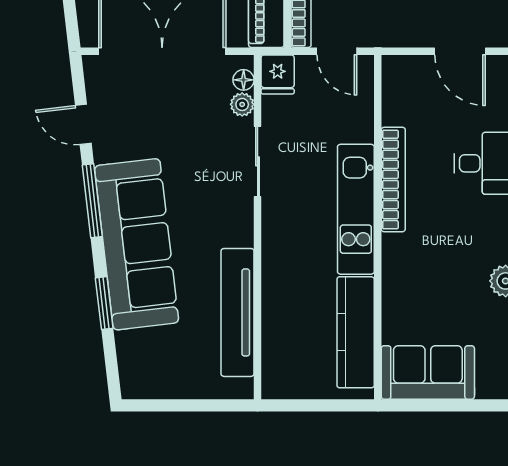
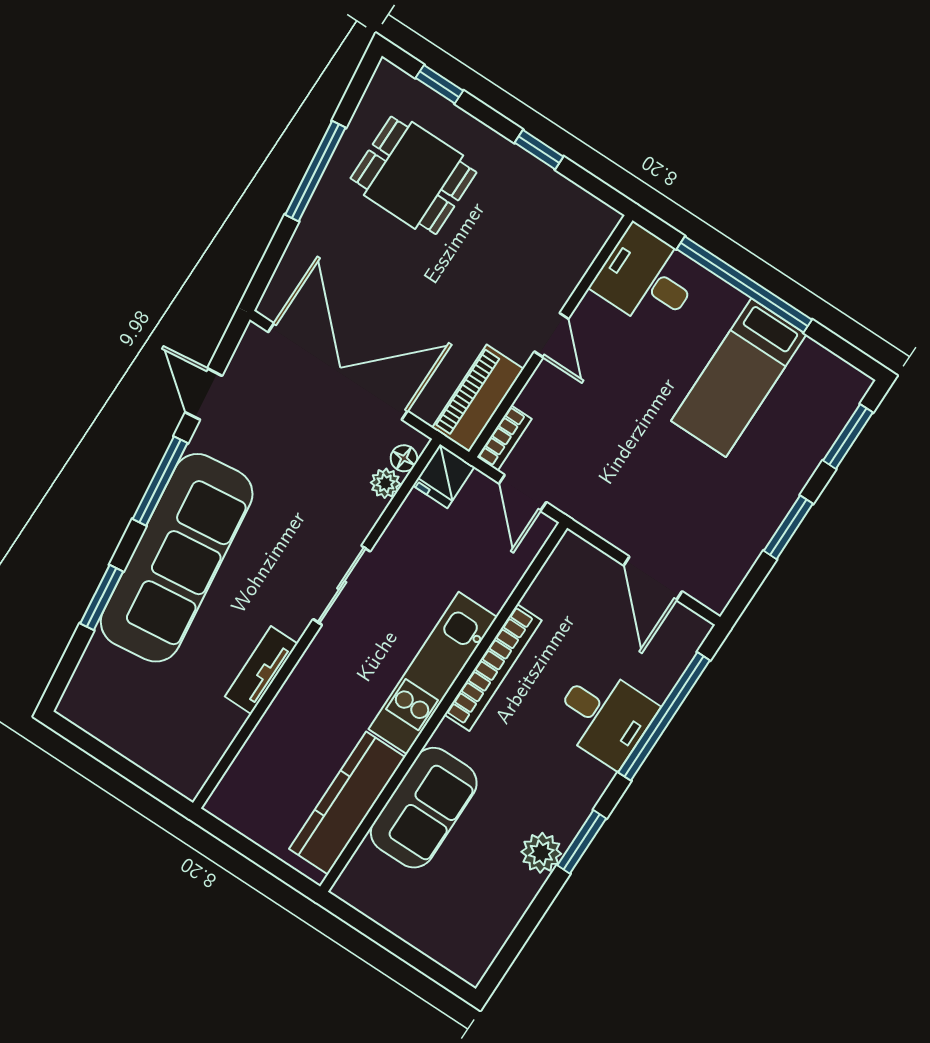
sliding door: (258, 161) -> (342, 585), moved
tv unit: (238, 312) -> (261, 670), width x0.52, depth x0.78
sofa: (428, 372) -> (424, 808), moved, turned 90

